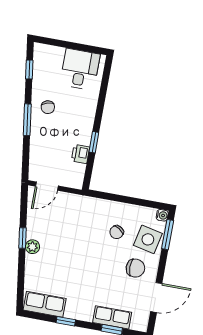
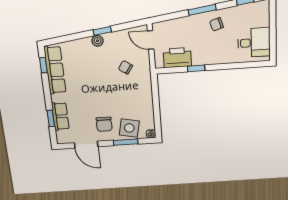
printer: (80, 154) -> (177, 58), width x1.87, depth x1.48
chair: (117, 232) -> (125, 67), moved
window: (168, 235) -> (126, 142), moved
row of seats: (45, 304) -> (55, 70), width x1.48
window: (66, 321) -> (43, 65), moved

